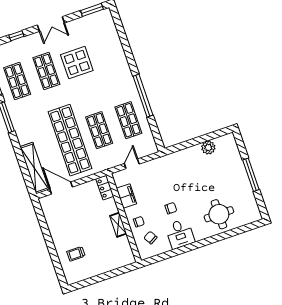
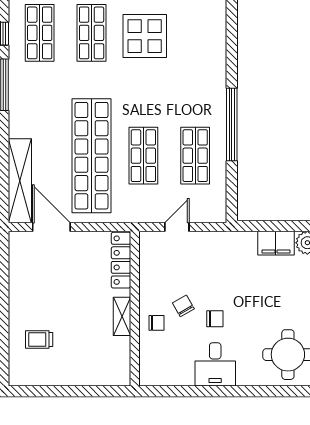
locker: (105, 188) -> (121, 260), width x1.53
filing cabinet: (126, 196) -> (276, 243), moved, turned 90
chair: (150, 238) -> (183, 306), moved

